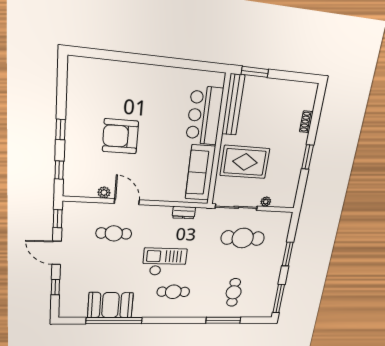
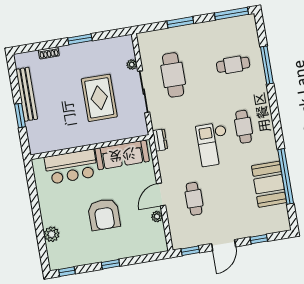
plant: (112, 70) -> (52, 234), added
bench: (233, 105) -> (27, 94), moved, turned 90
bar counter: (204, 116) -> (71, 167), moved
wall: (219, 141) -> (90, 147), moved
window: (59, 170) -> (67, 272), moved
sofa: (200, 173) -> (122, 155), moved

